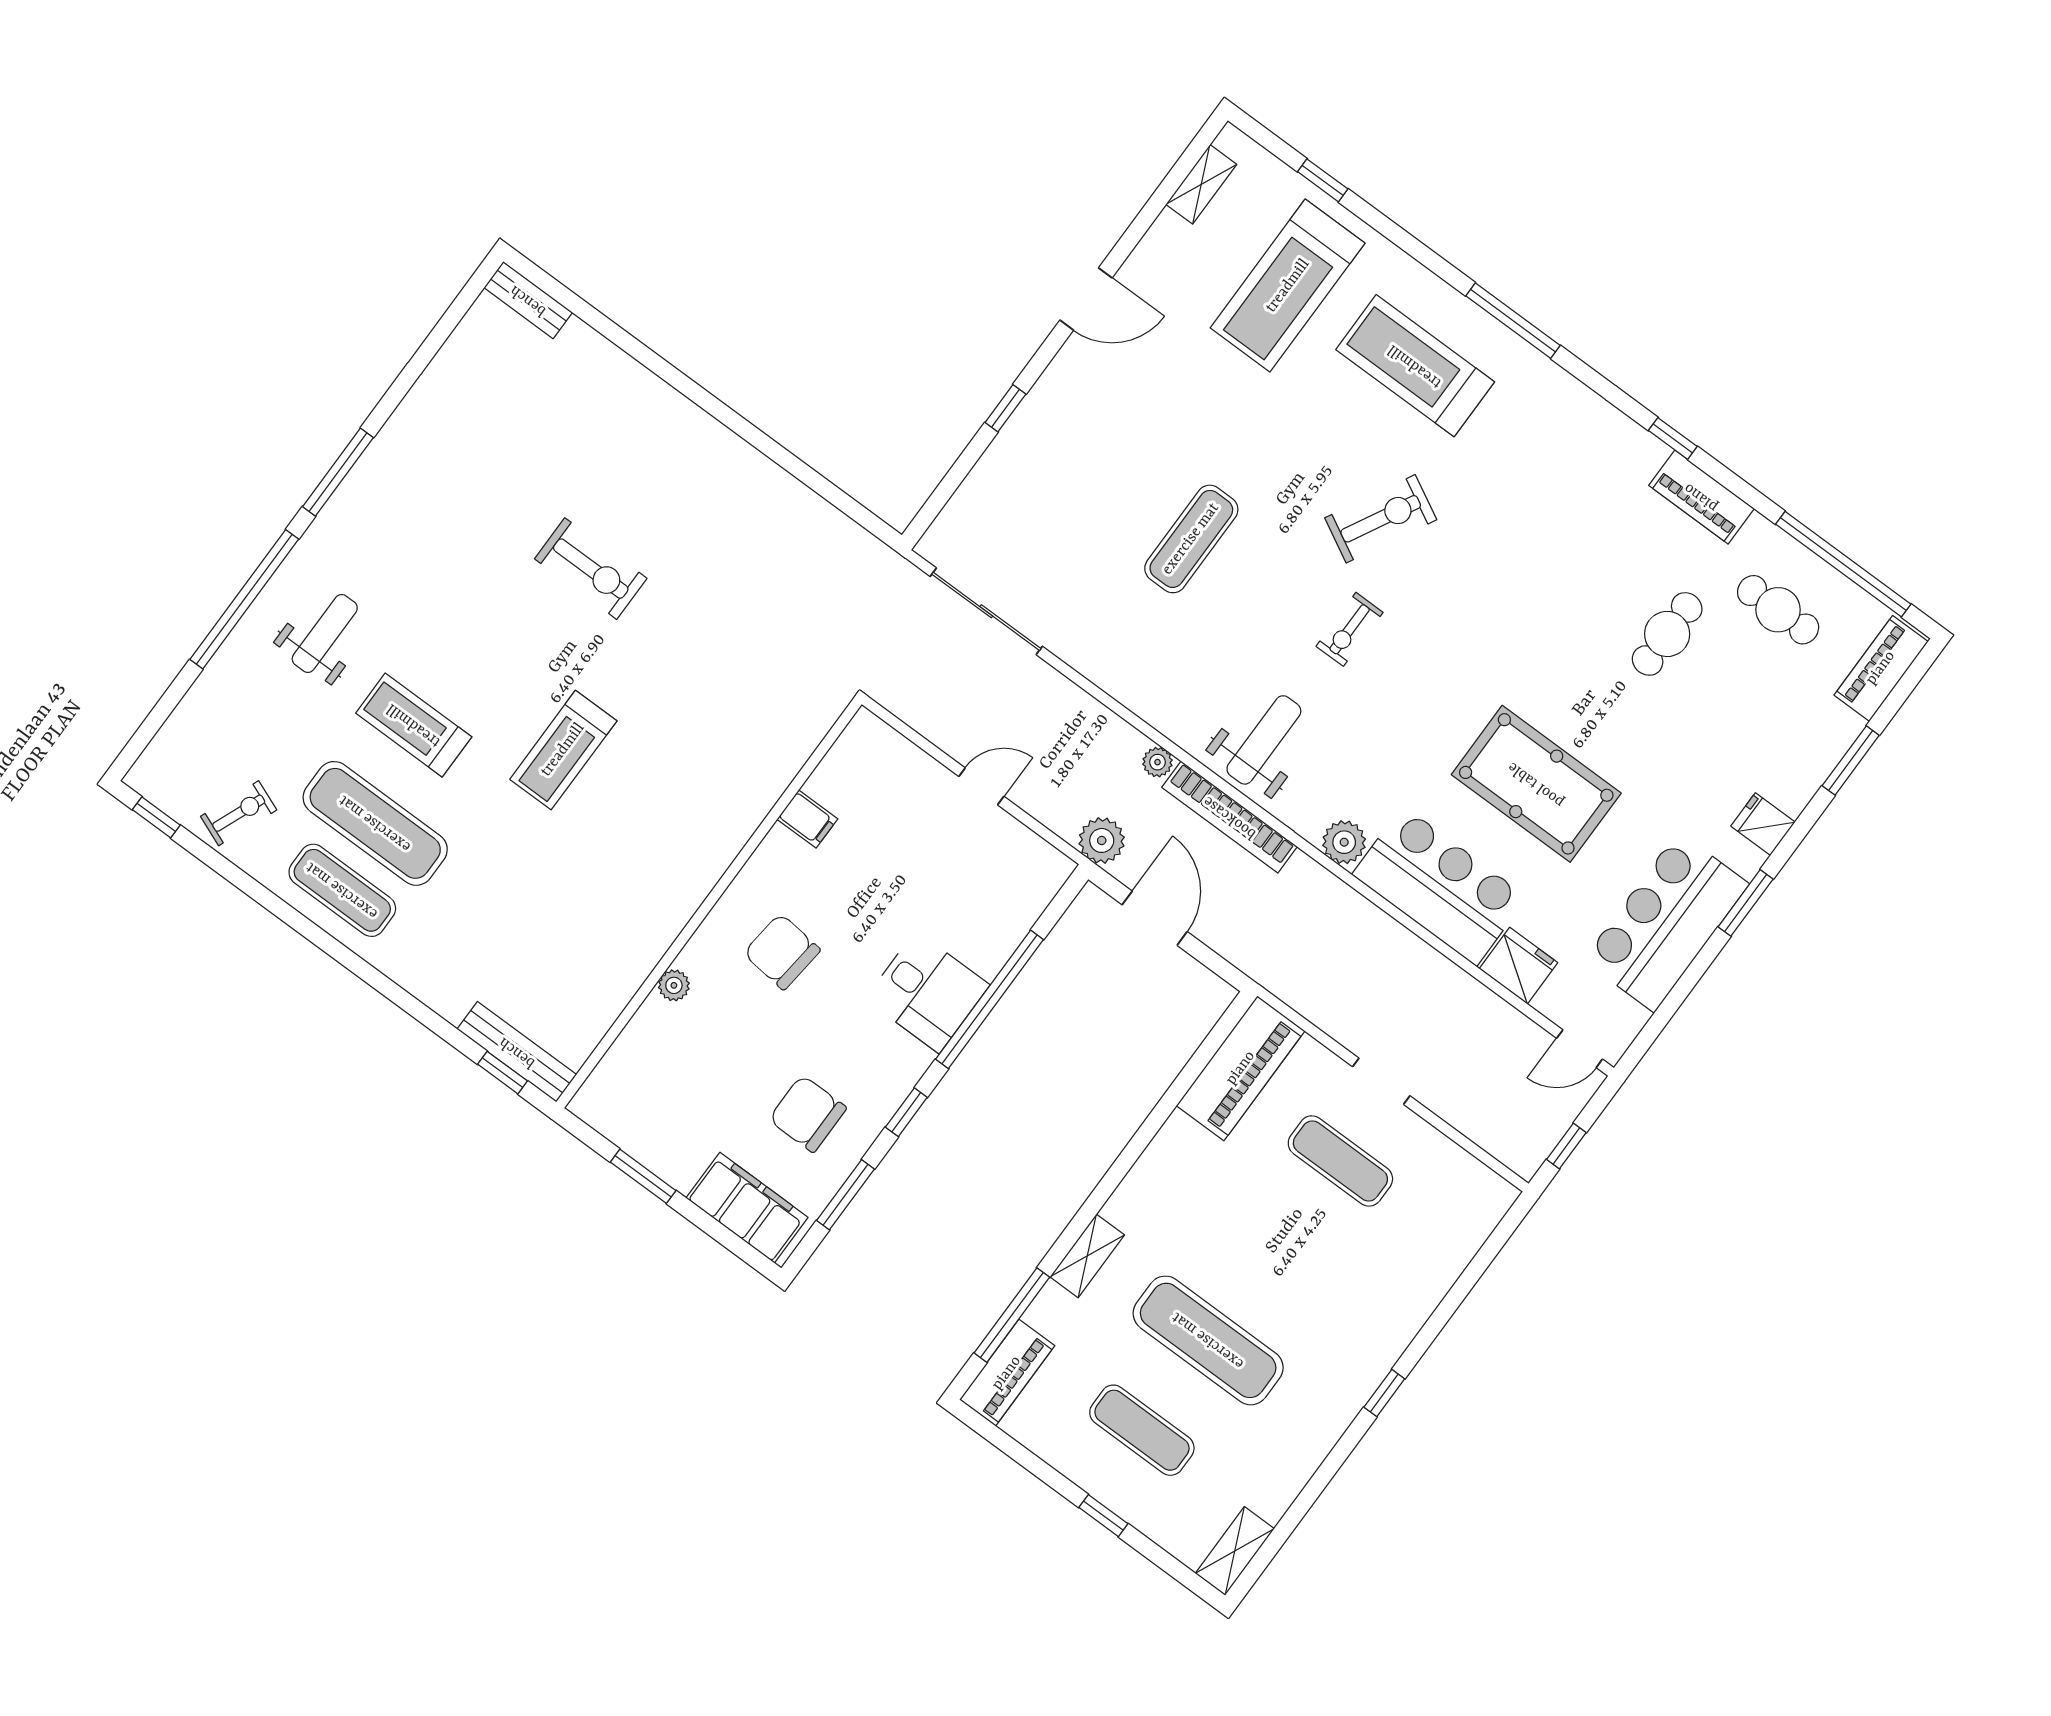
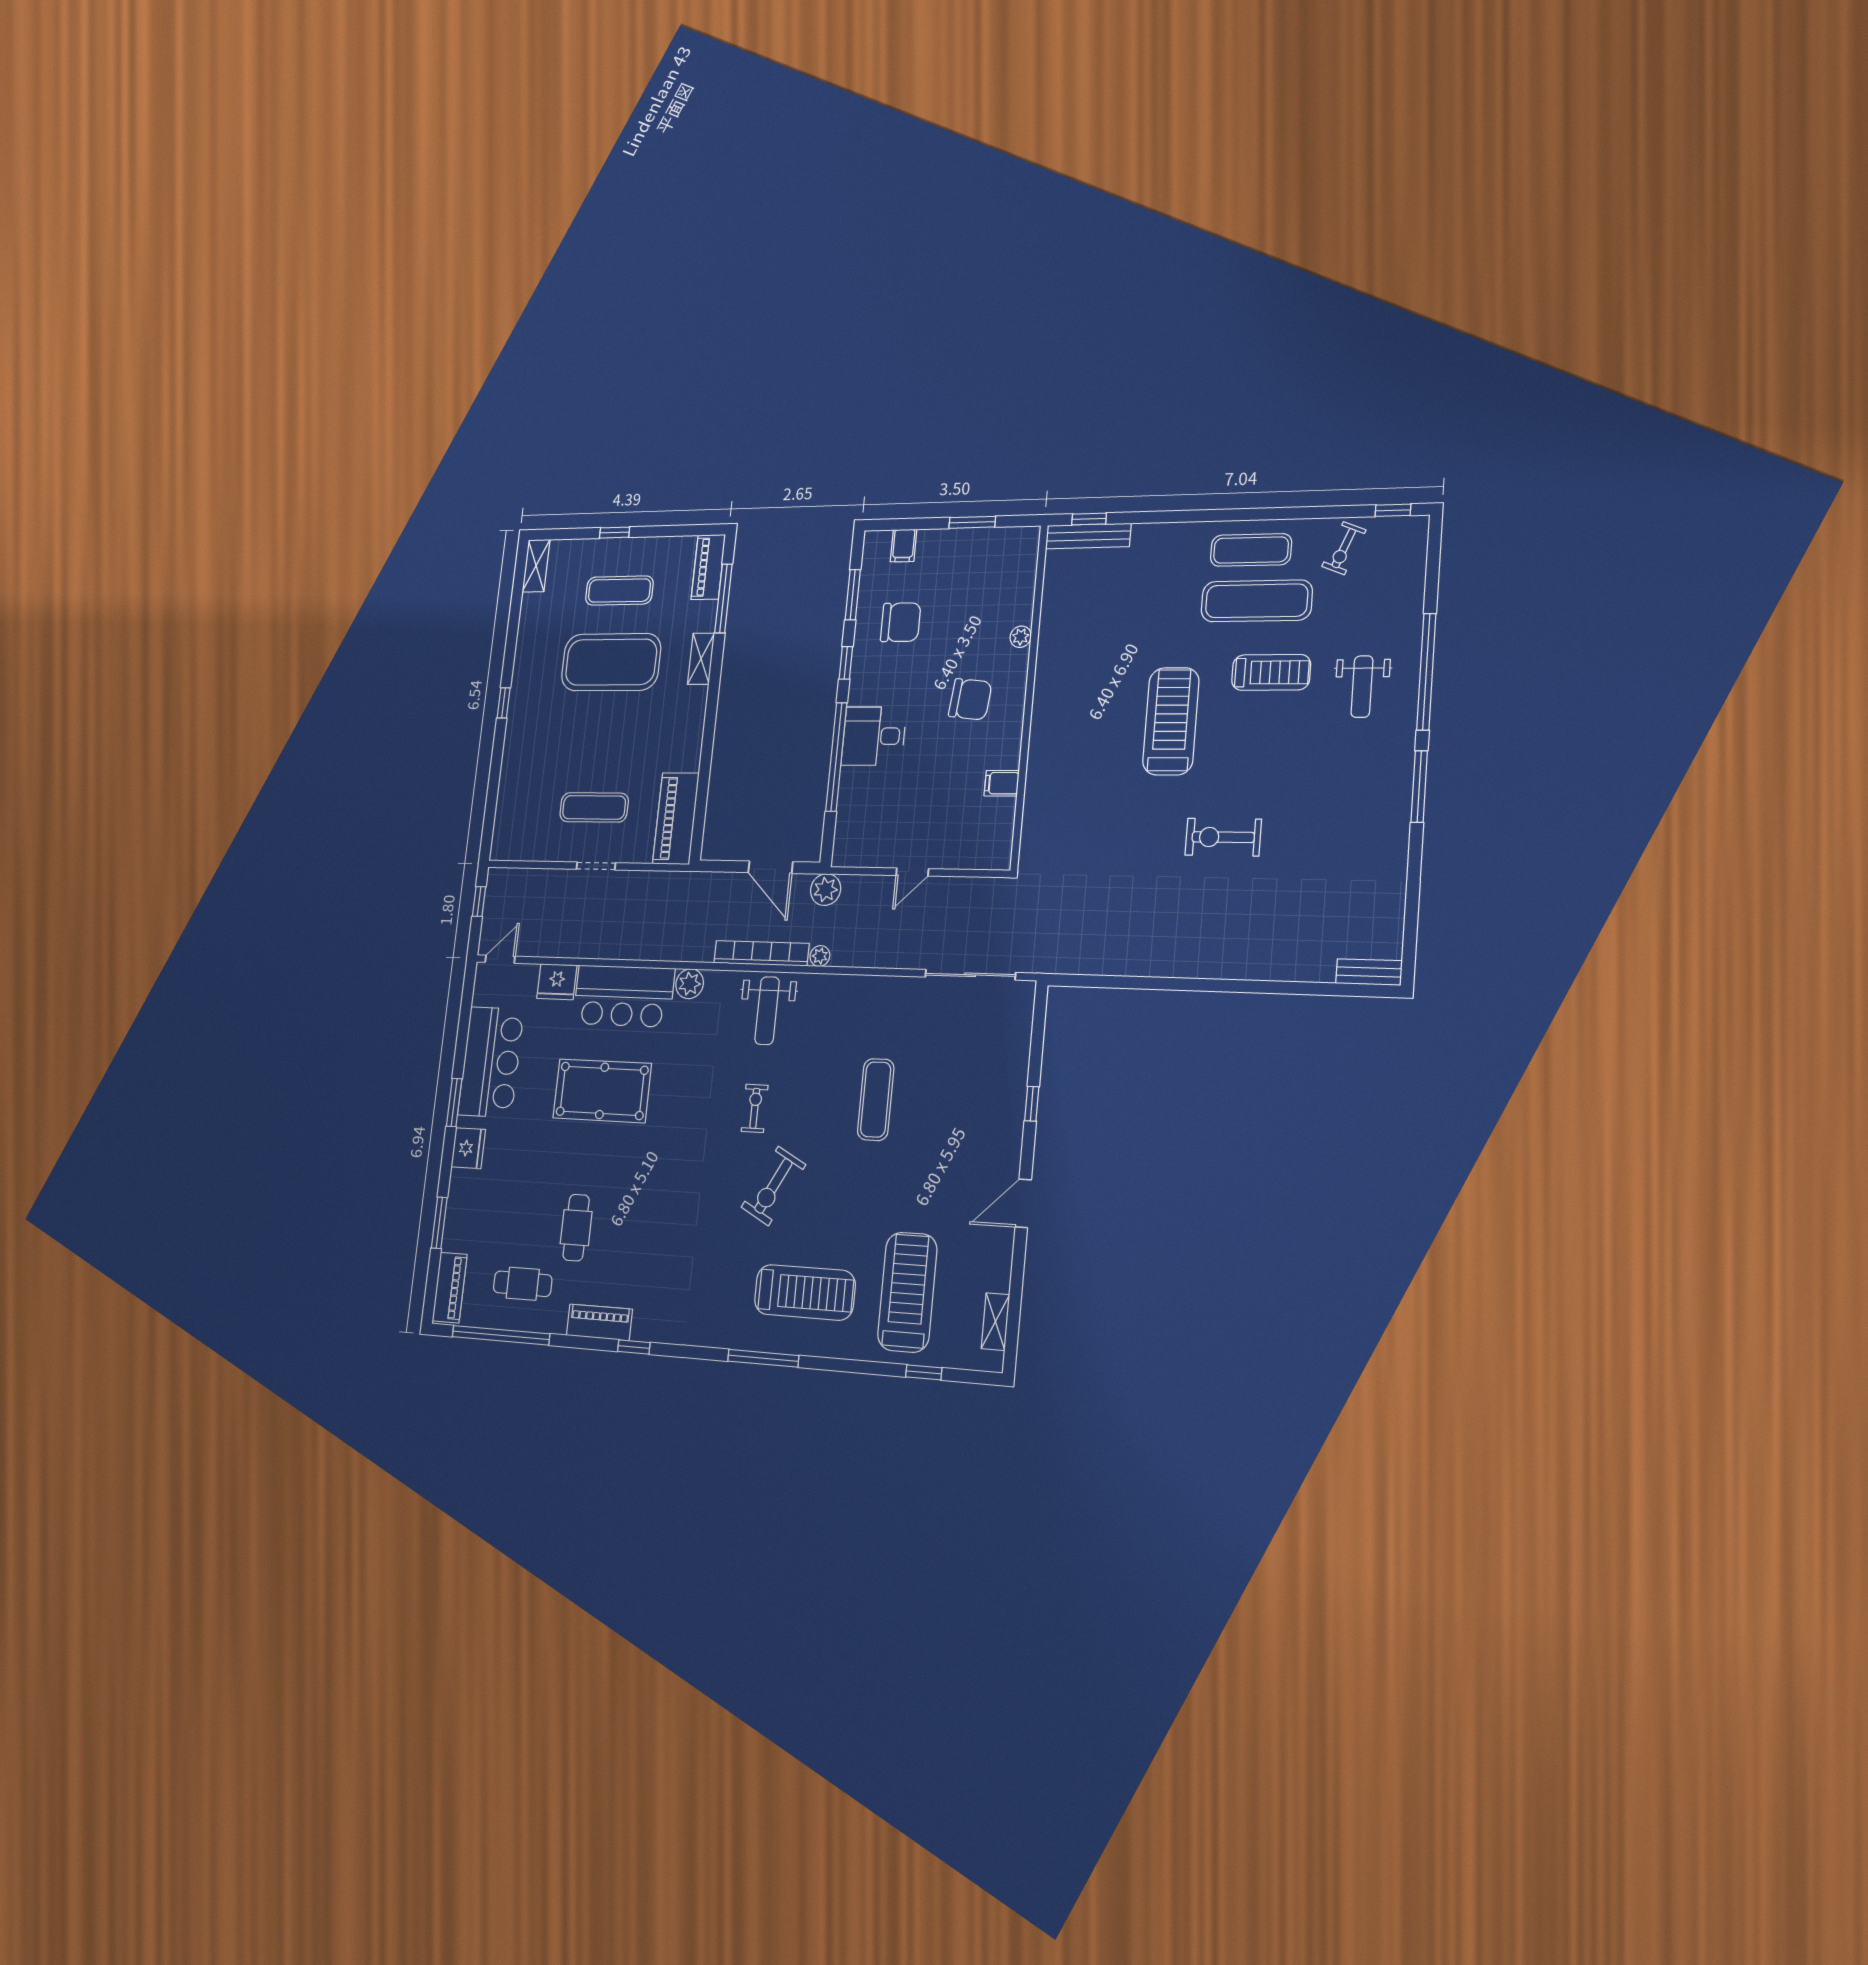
treadmill: (563, 750) -> (1171, 721), width x1.37, depth x1.38
fridge: (1763, 824) -> (468, 1148), width x1.38
filing cabinet: (747, 1208) -> (904, 546), width x0.33, depth x0.86
exercise mat: (1208, 1340) -> (611, 662), width x1.47

